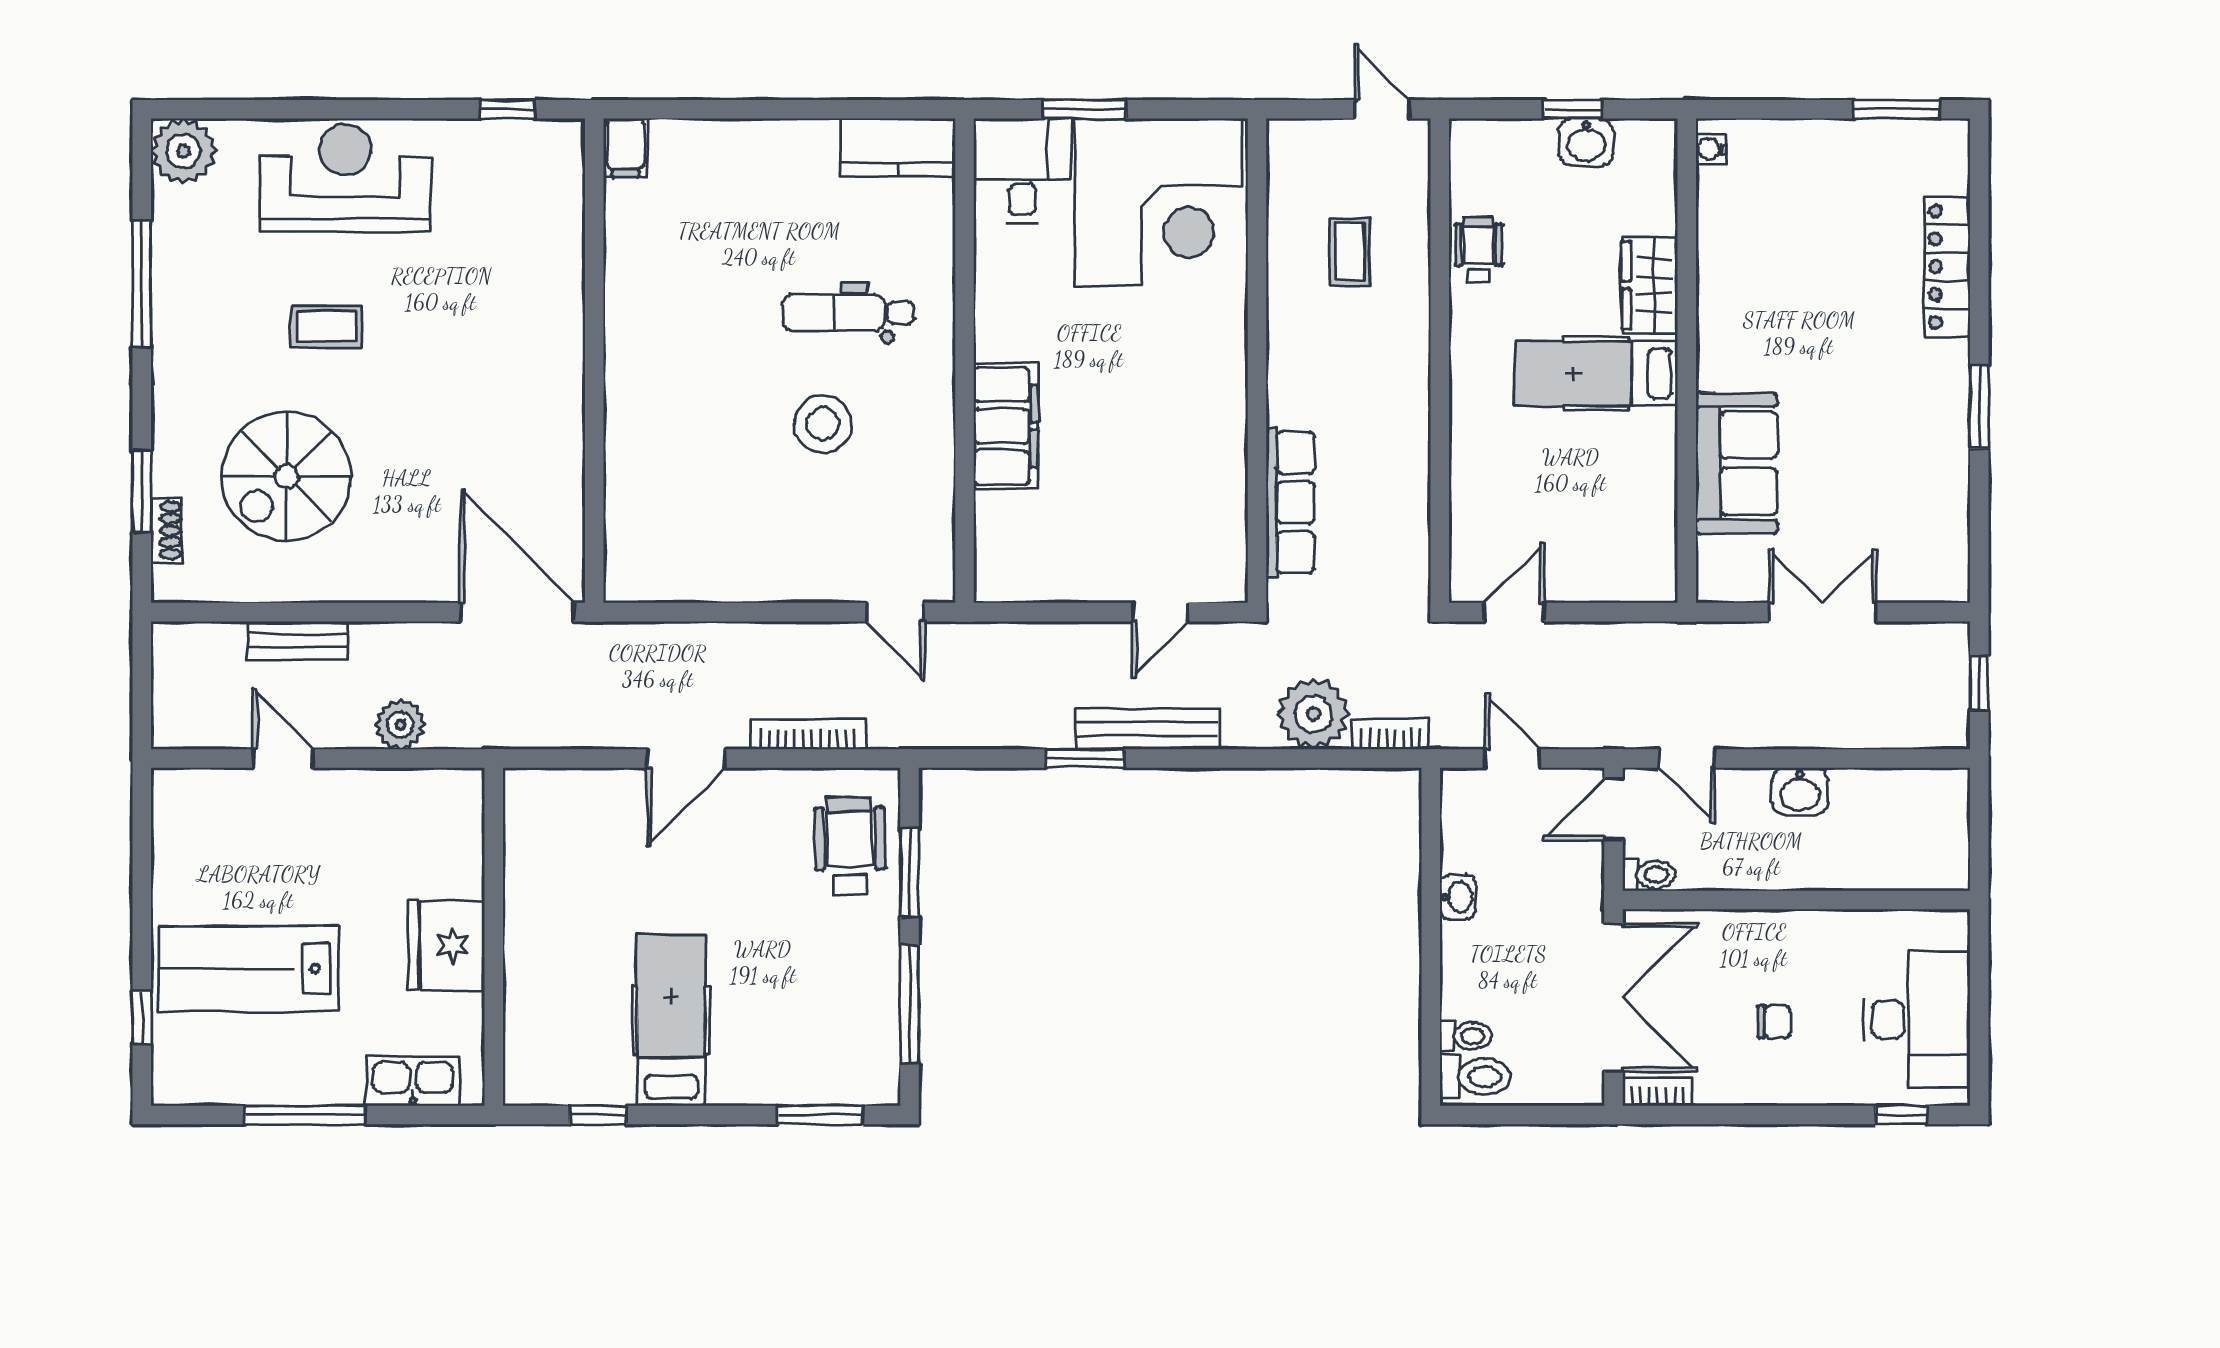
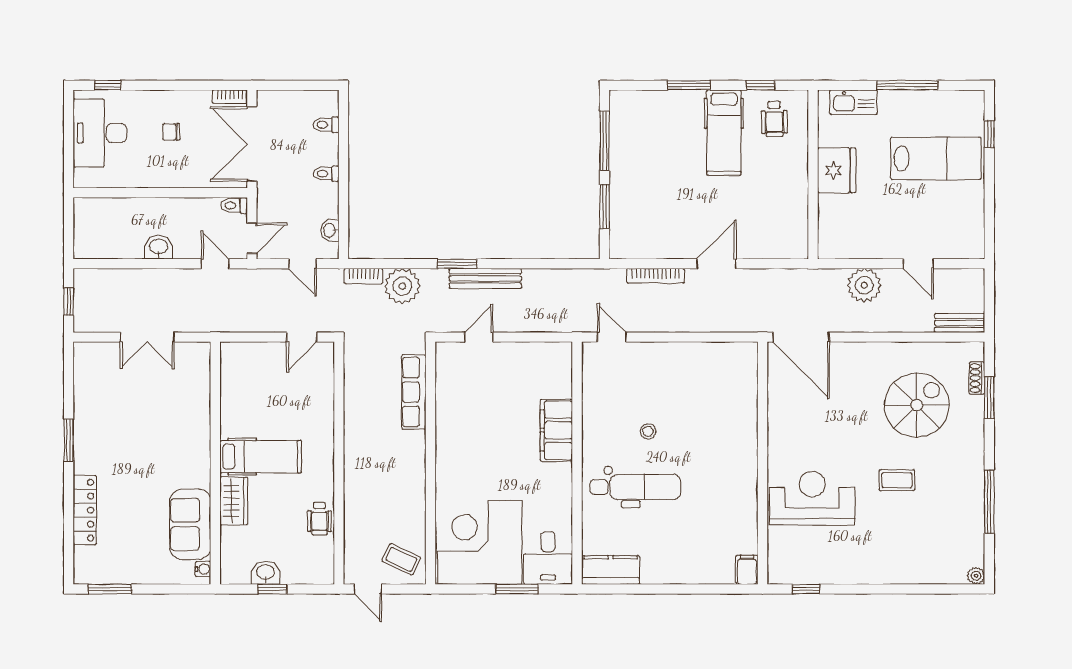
plant: (183, 151) -> (976, 576), width x0.53, depth x0.53
reception desk: (345, 178) -> (812, 498), moved, turned 180
coffee table: (1350, 252) -> (401, 559), moved, turned -65
dental chair: (848, 313) -> (635, 487), width x1.36, depth x1.38
stool: (823, 424) -> (648, 431), width x0.53, depth x0.53
sofa: (1736, 463) -> (190, 524), moved
bench: (298, 640) -> (960, 323), moved
plant: (400, 725) -> (864, 285), width x1.36, depth x1.36
window: (1085, 758) -> (457, 264), moved
wheelchair: (850, 846) -> (774, 119), moved, width x0.73, depth x0.73
washbasin: (1458, 897) -> (330, 230), moved
toilet: (1475, 1077) -> (326, 174), moved, width x0.73, depth x0.72
window: (820, 1115) -> (689, 85), moved

